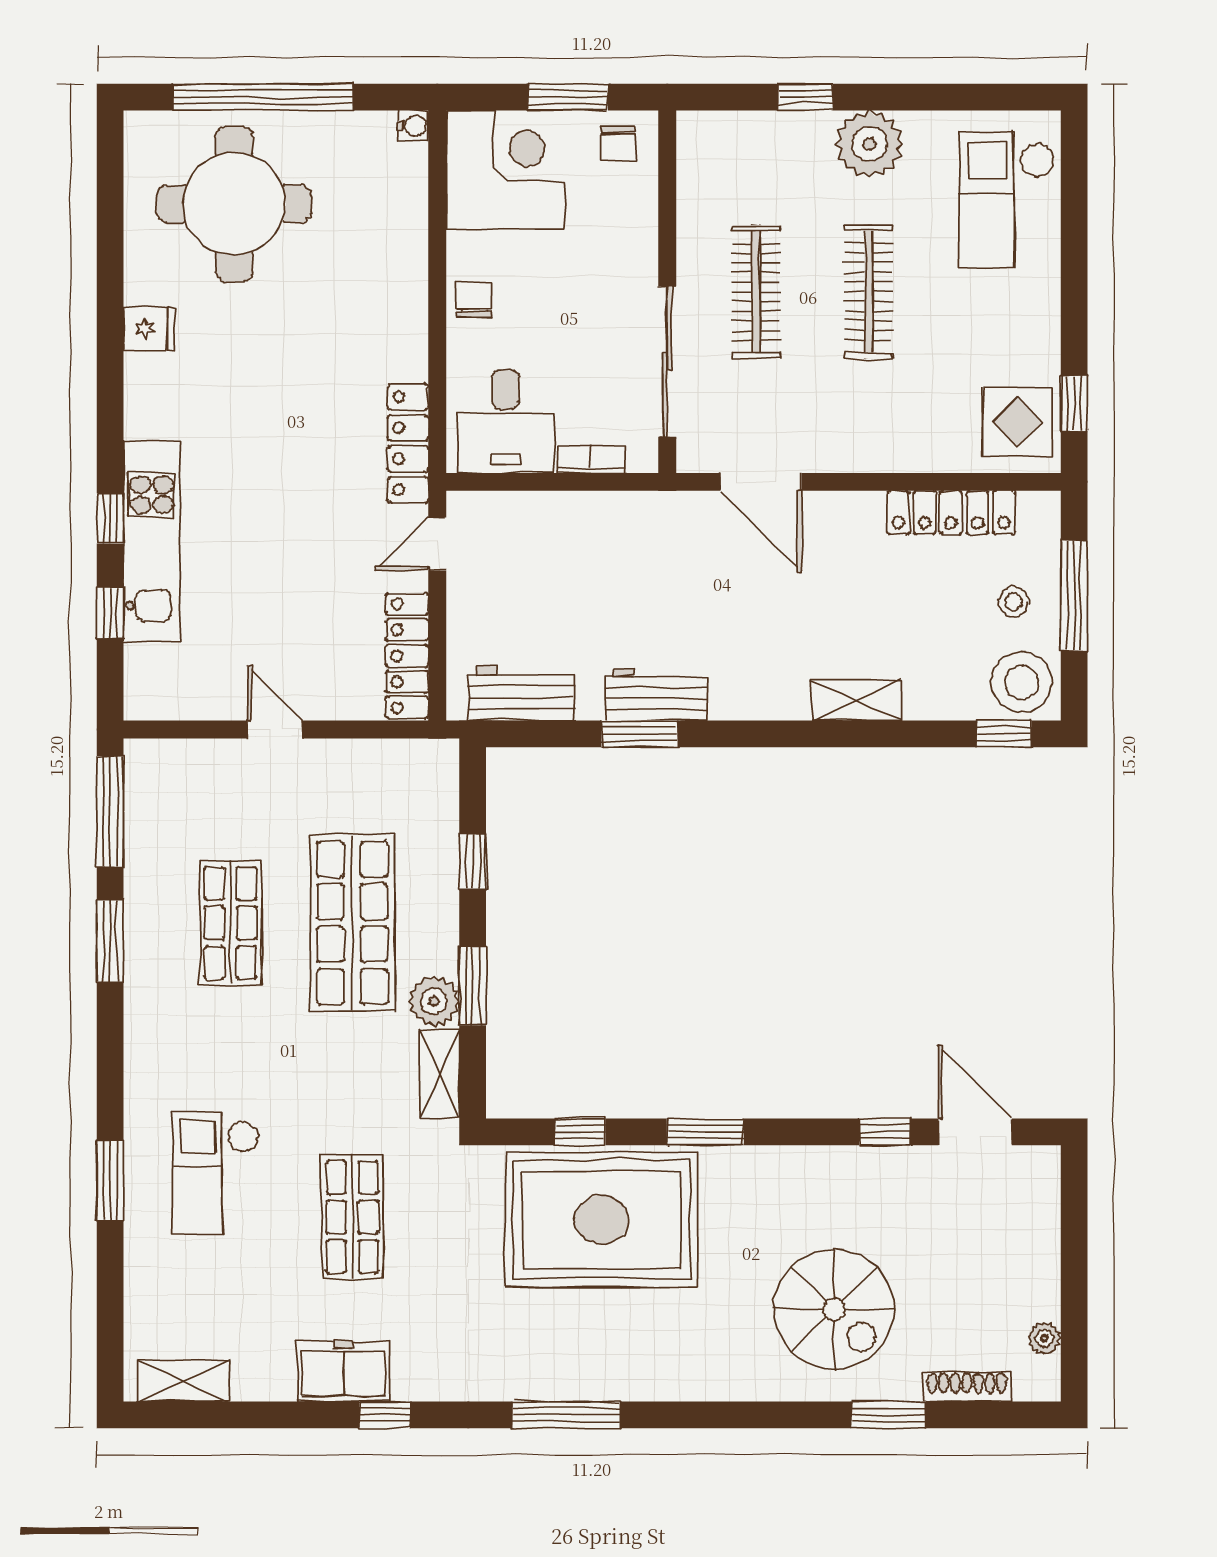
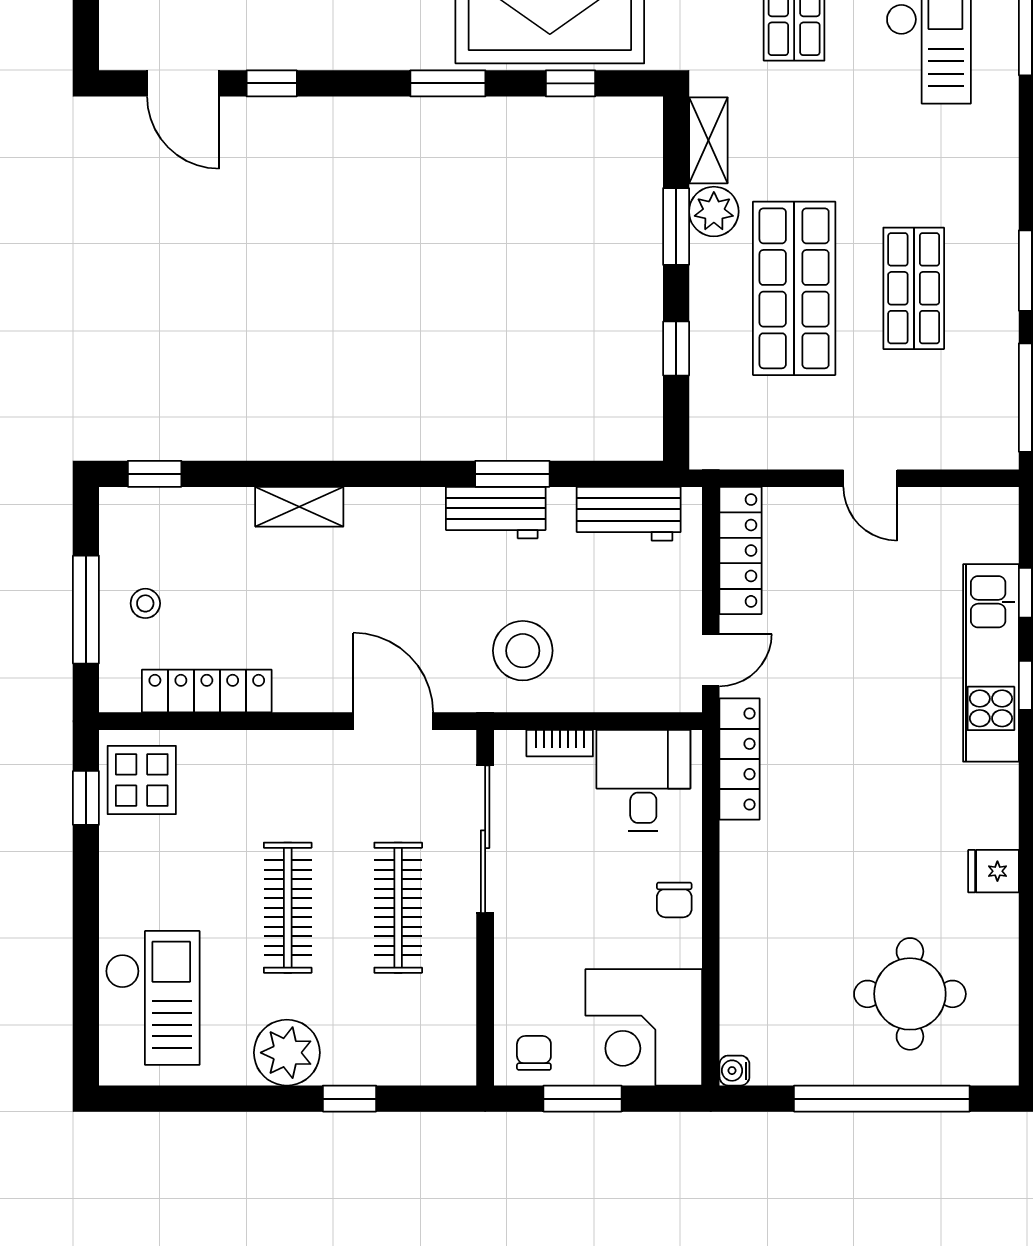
round table: (234, 204) -> (910, 994), width x0.73, depth x0.73
stool: (1022, 682) -> (523, 651), moved

